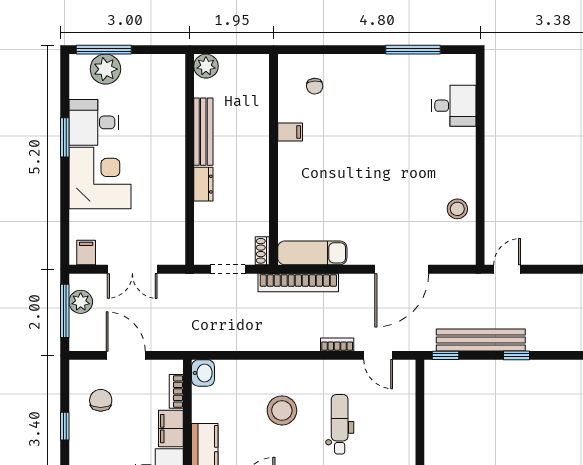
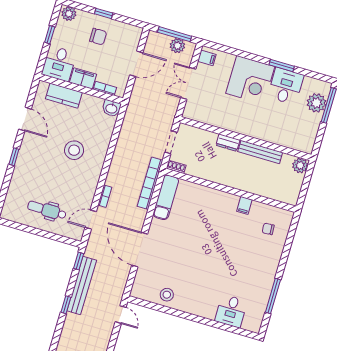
chair: (101, 400) -> (98, 37), moved
dental chair: (340, 424) -> (47, 210), moved, turned 180

